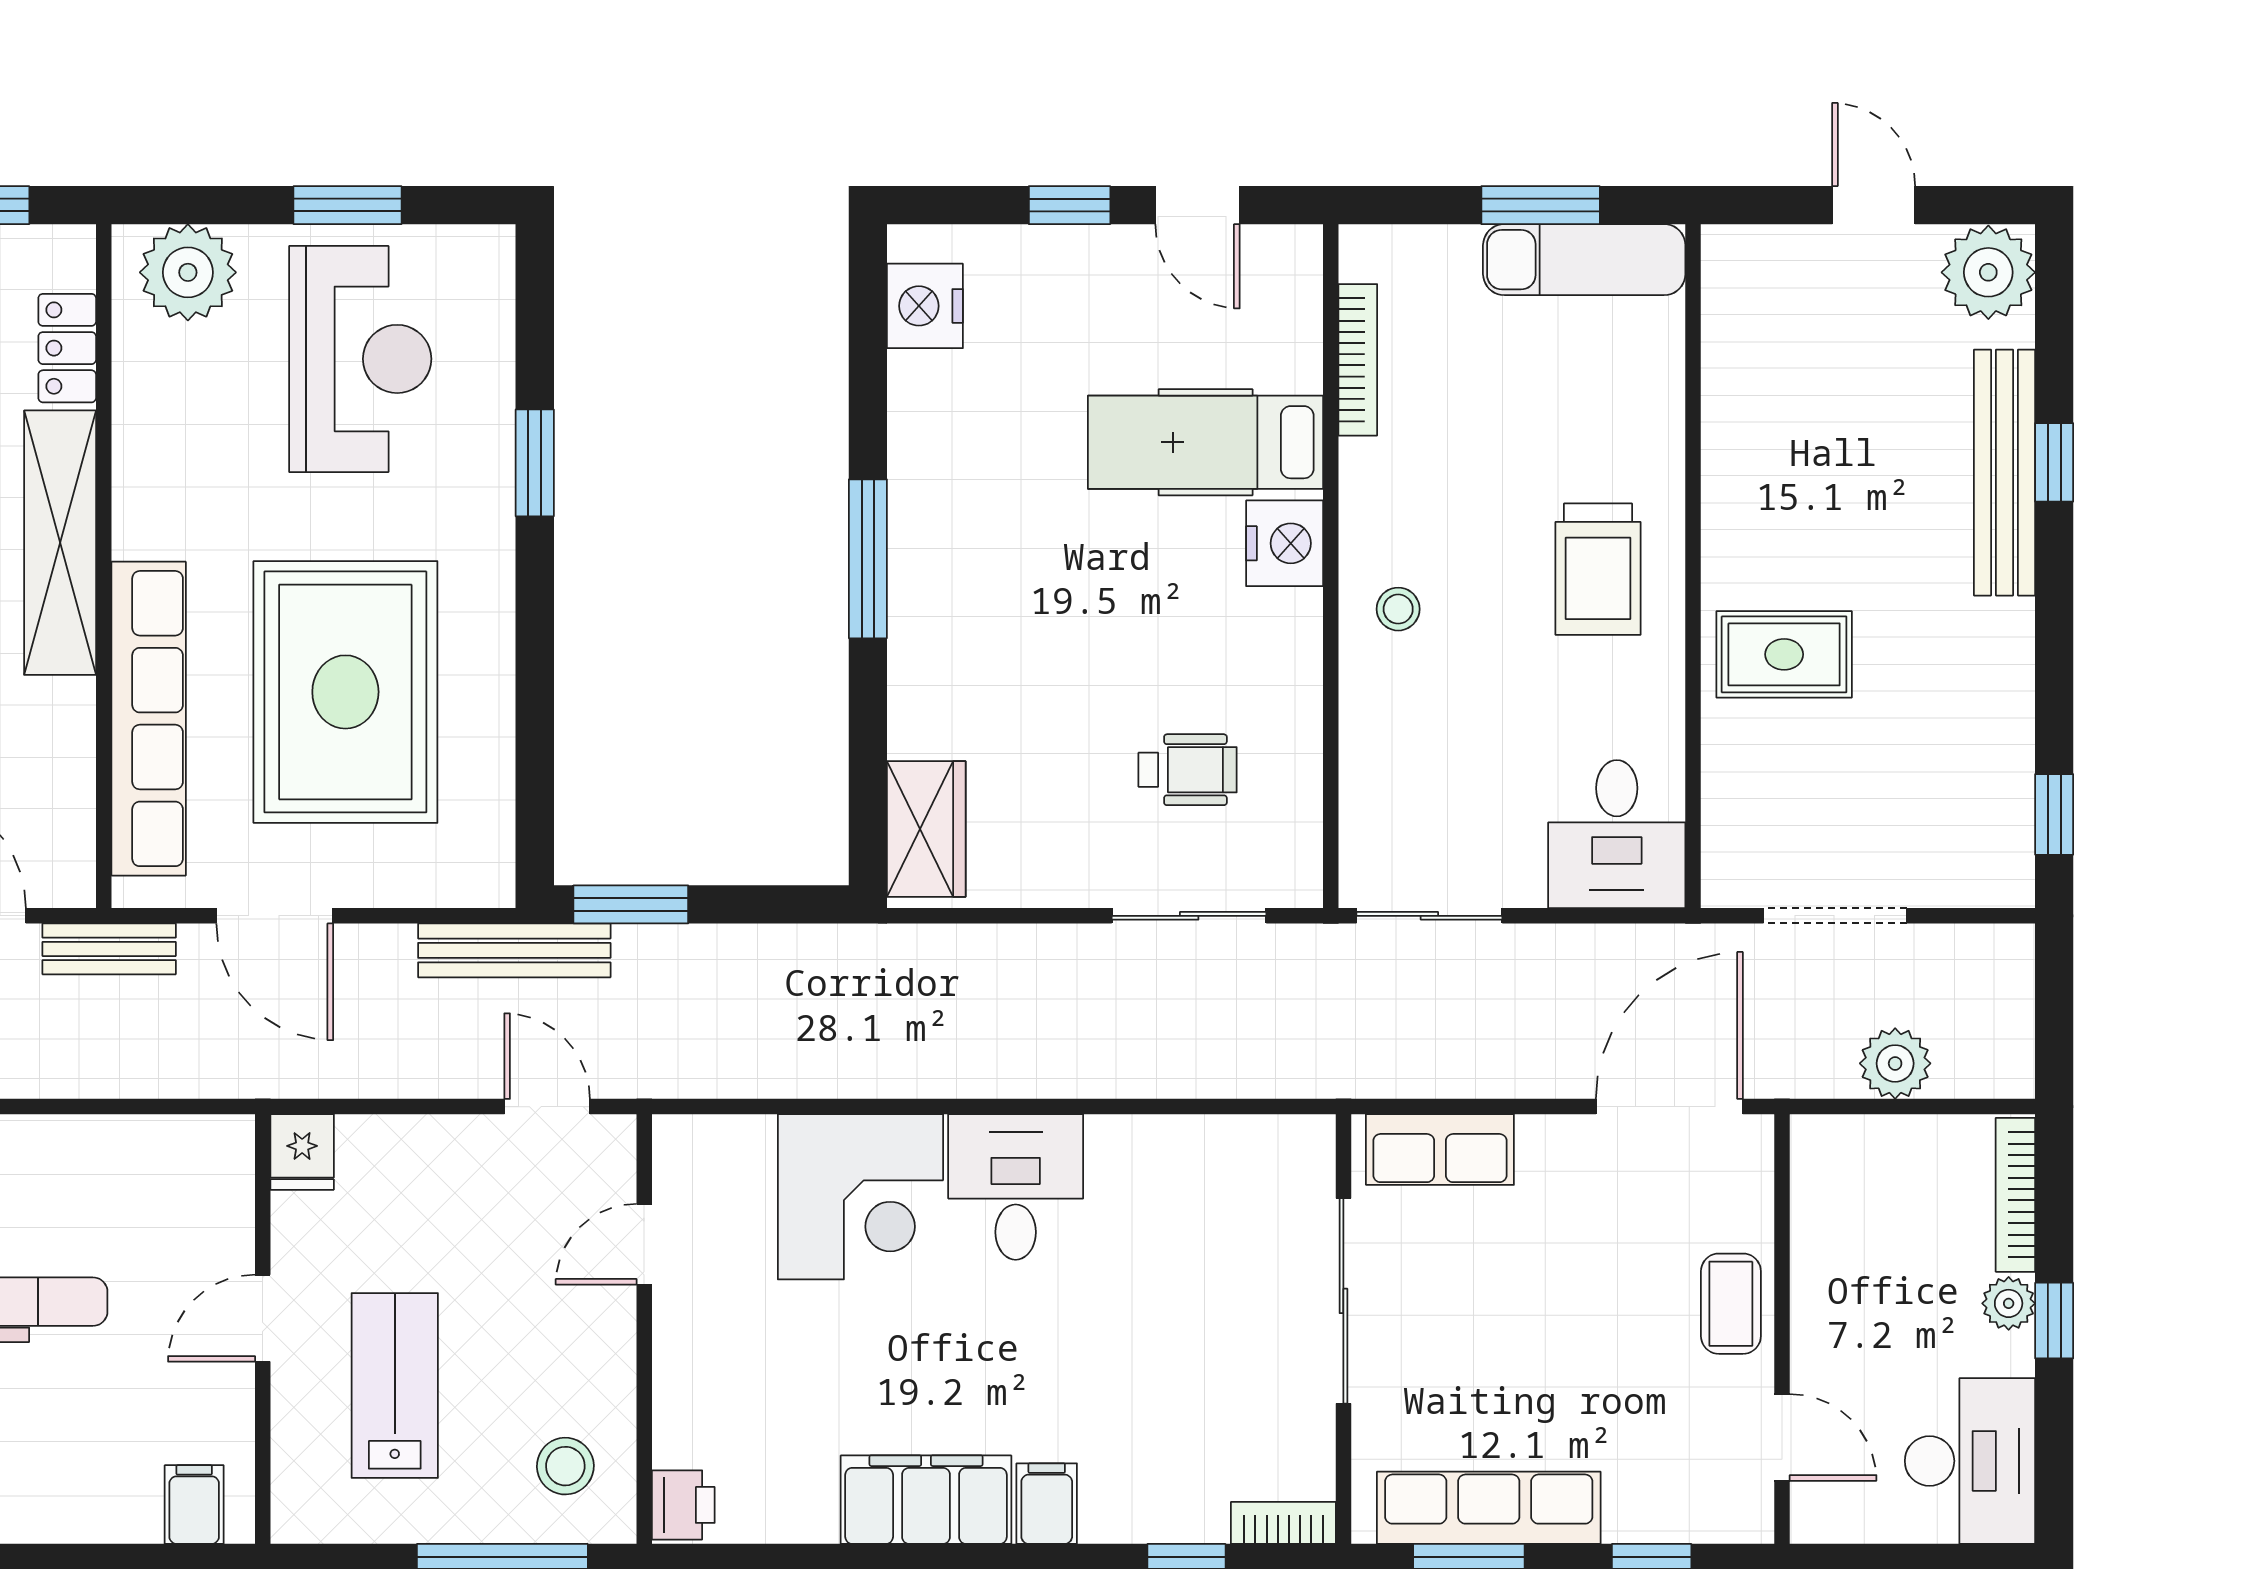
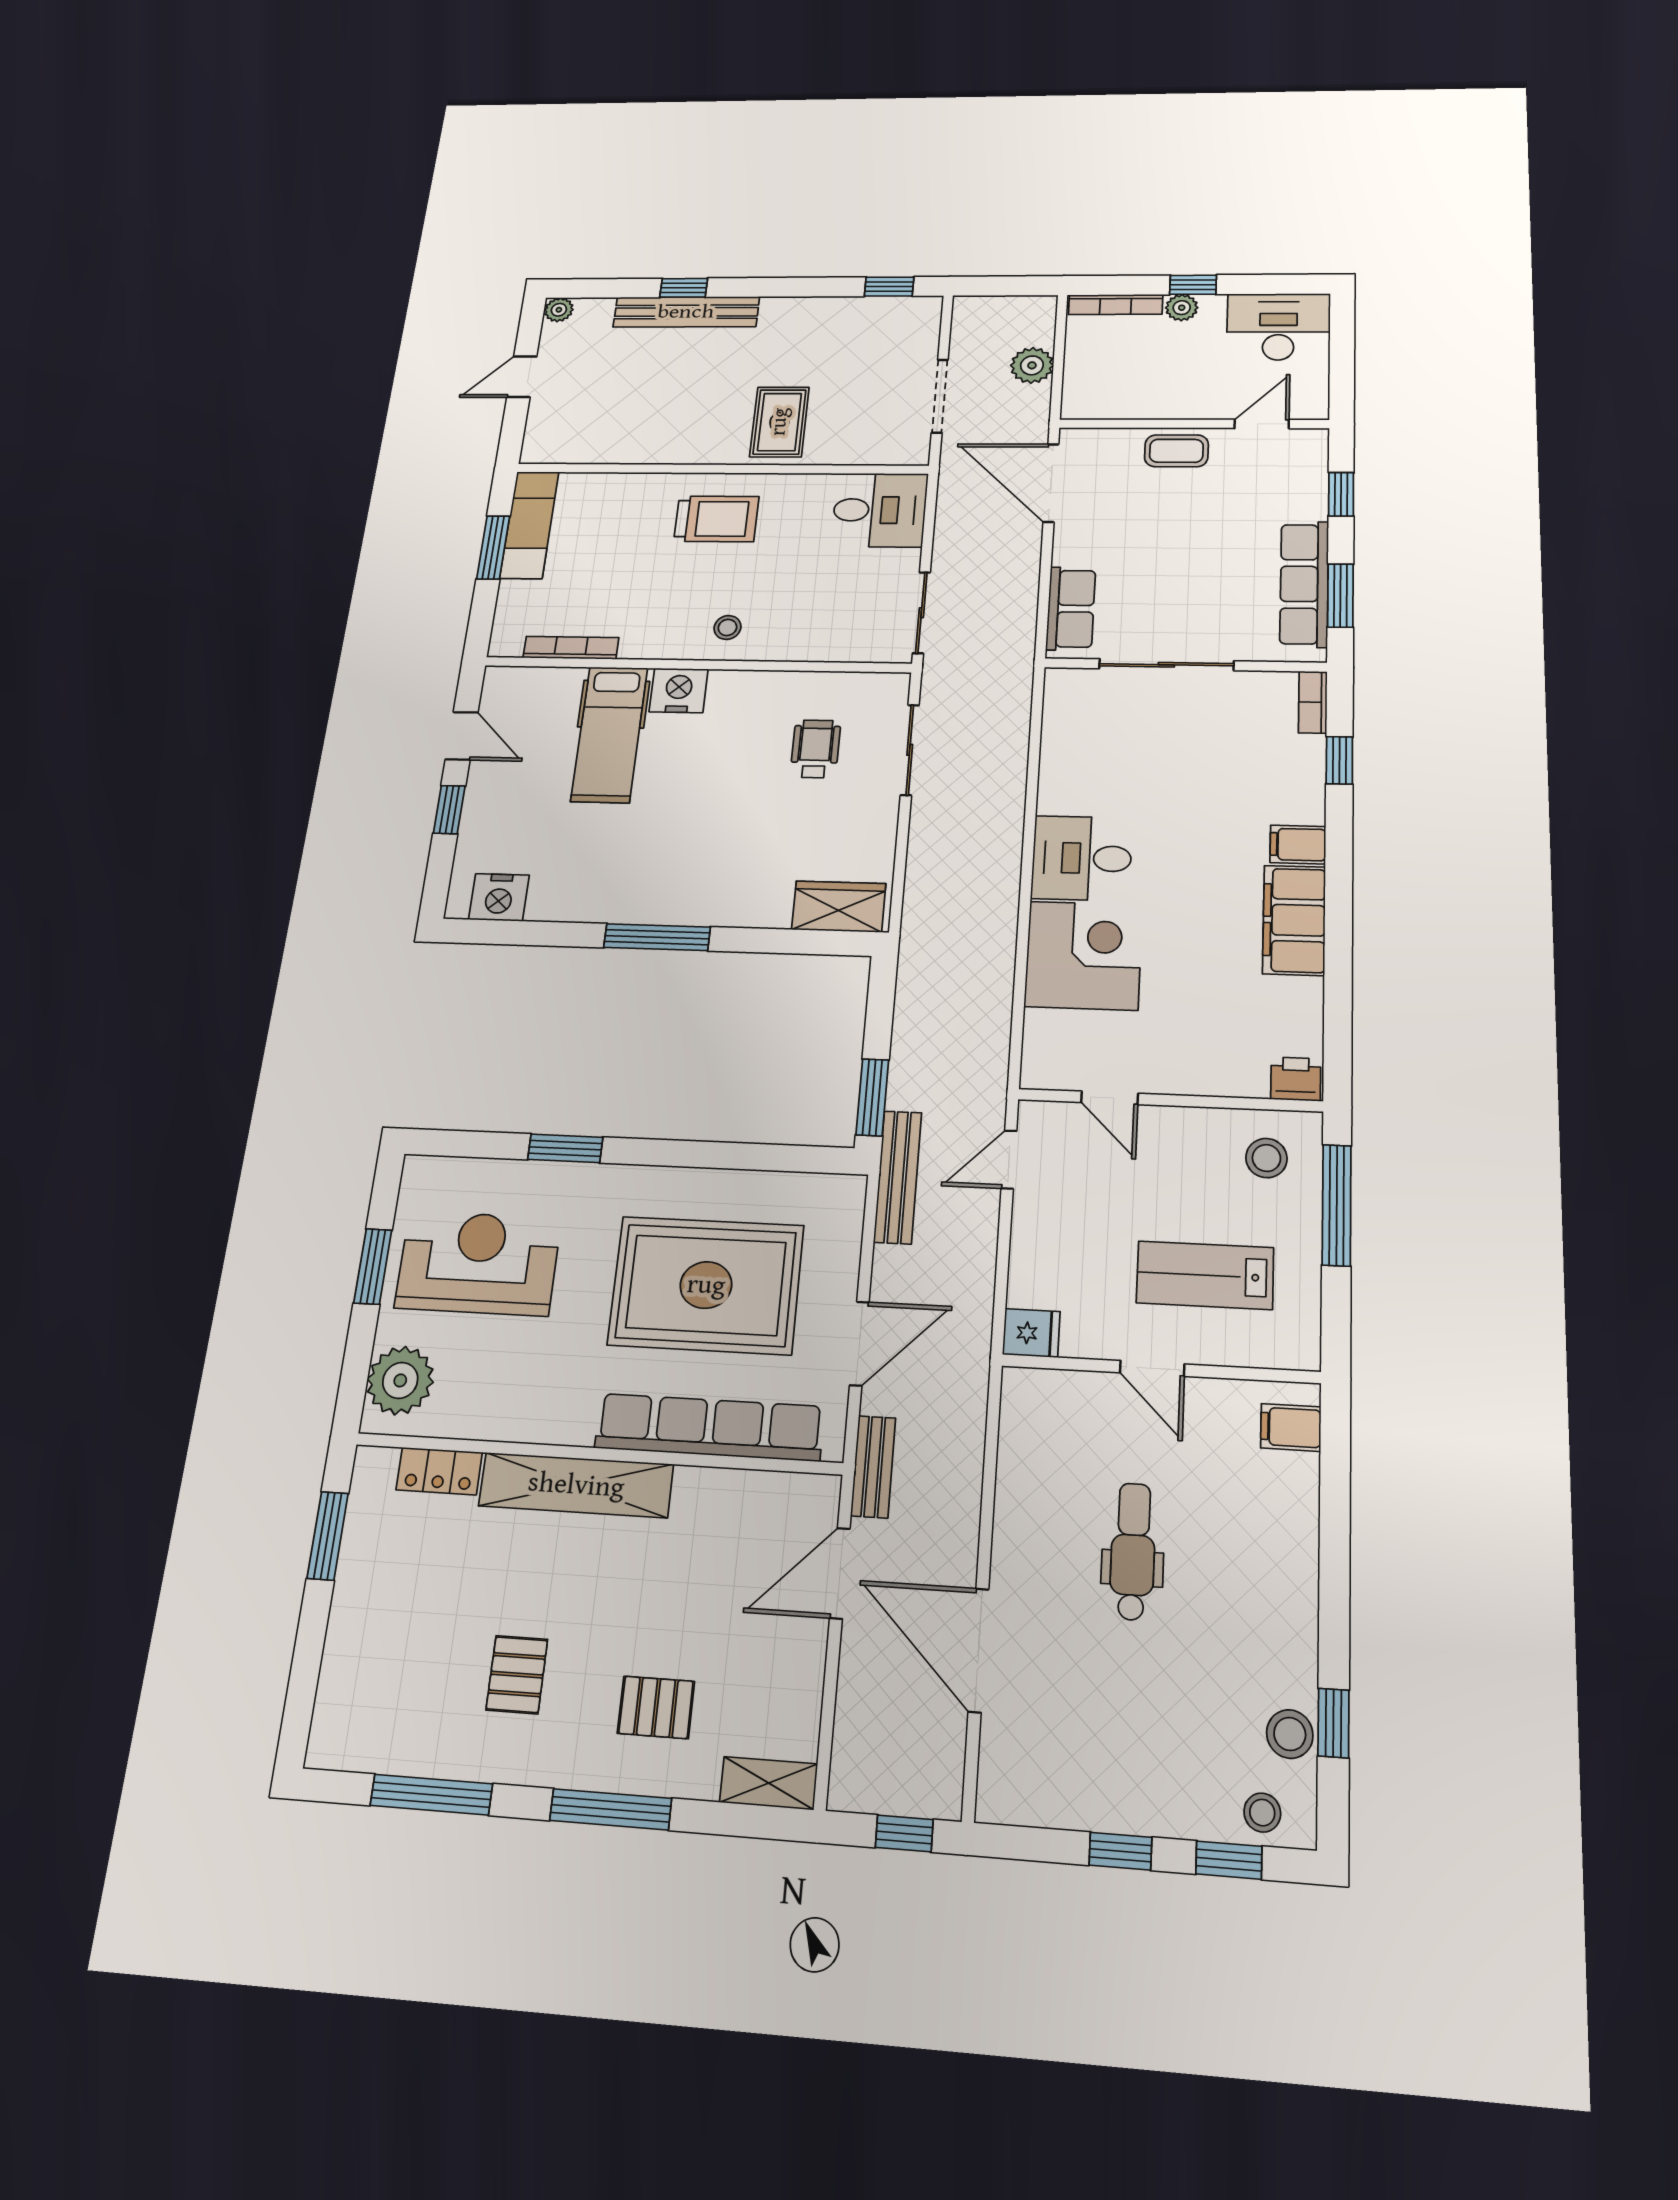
door: (1197, 205) -> (462, 736), hinge flipped
plant: (1988, 272) -> (559, 310), width x0.53, depth x0.53

